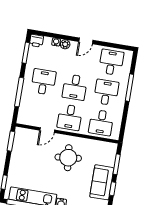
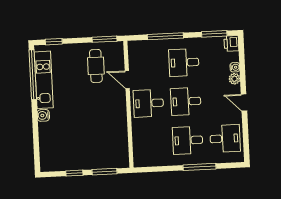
desk: (43, 82) -> (184, 63), turned 180
desk: (106, 92) -> (188, 140), turned 180
desk: (101, 123) -> (150, 142), removed
cafe table: (31, 153) -> (96, 66), added
round table: (68, 158) -> (100, 112), removed
sofa: (102, 182) -> (79, 158), removed

